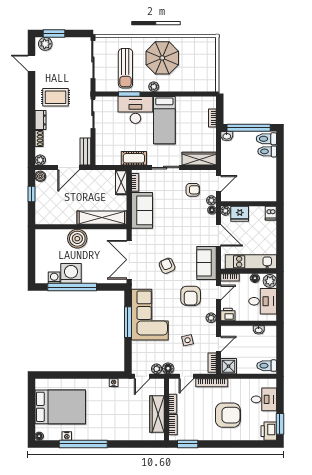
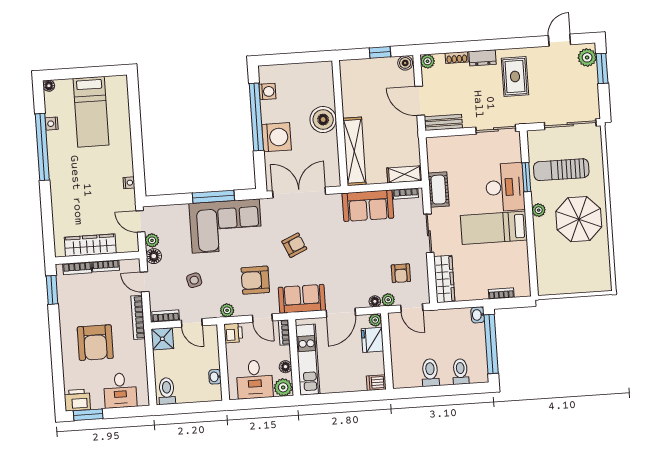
toilet: (266, 139) -> (430, 373), moved
washing machine: (71, 273) -> (277, 137), moved
bed: (60, 407) -> (91, 112), width x0.67

